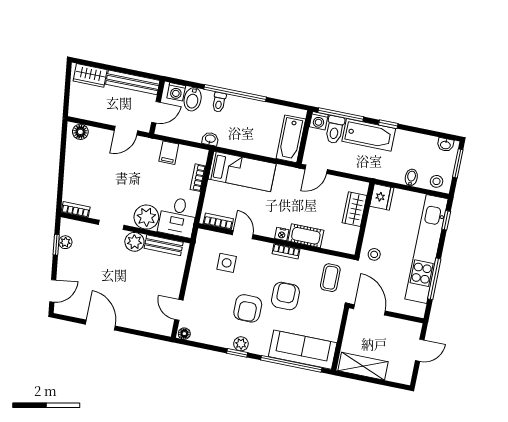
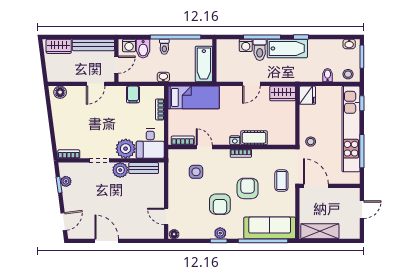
wall: (304, 137) -> (214, 60), moved
bathtub: (291, 139) -> (204, 64), moved
wardrobe: (355, 209) -> (283, 93), moved, turned -90
coffee table: (330, 278) -> (281, 181), moved

